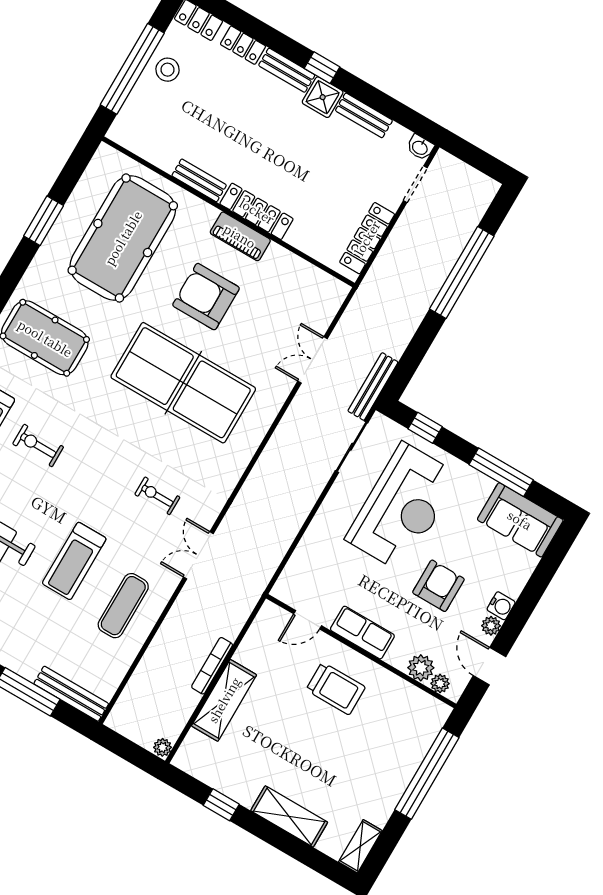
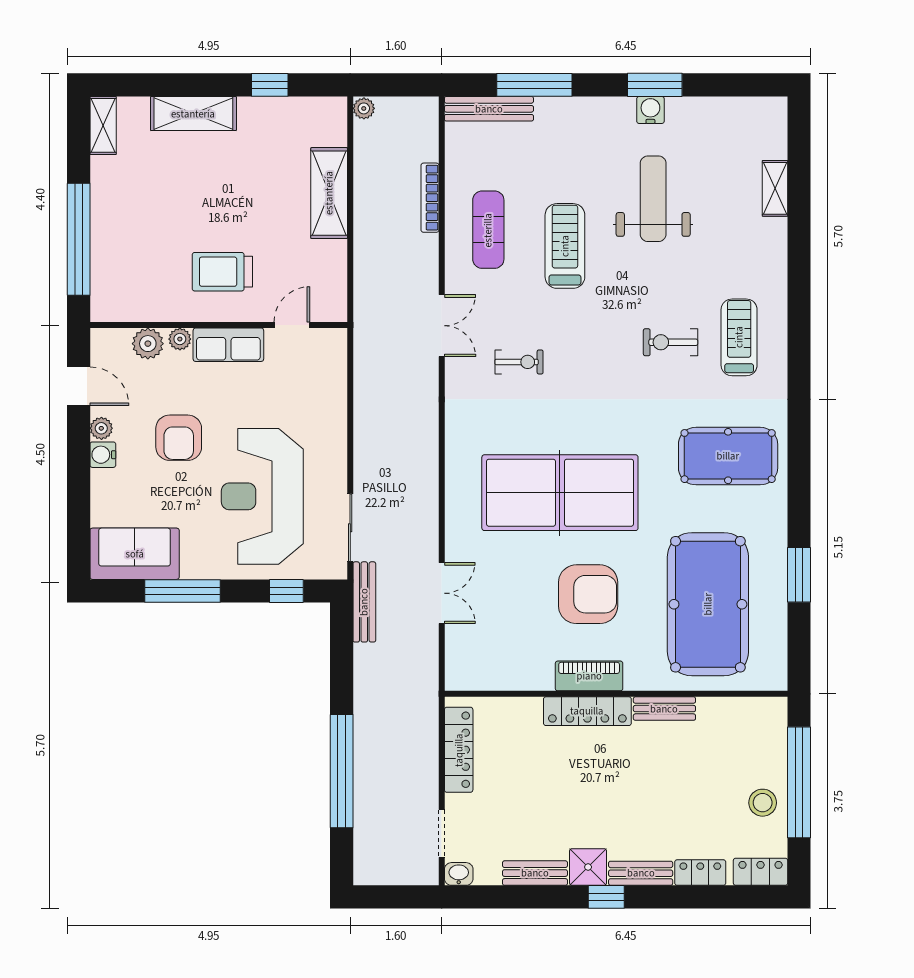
exercise bike: (38, 445) -> (671, 342), turned 180
bookcase: (212, 666) -> (430, 198), moved, turned 180
plant: (440, 684) -> (180, 339), moved

